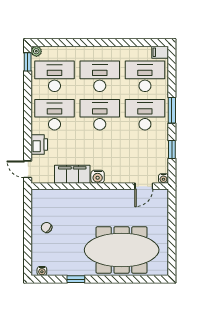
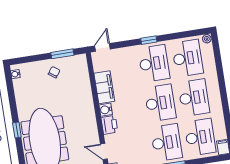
window: (28, 62) -> (149, 40), moved
printer: (39, 145) -> (109, 125), moved, turned -90
window: (28, 215) -> (62, 54), added
window: (76, 279) -> (17, 130), moved

